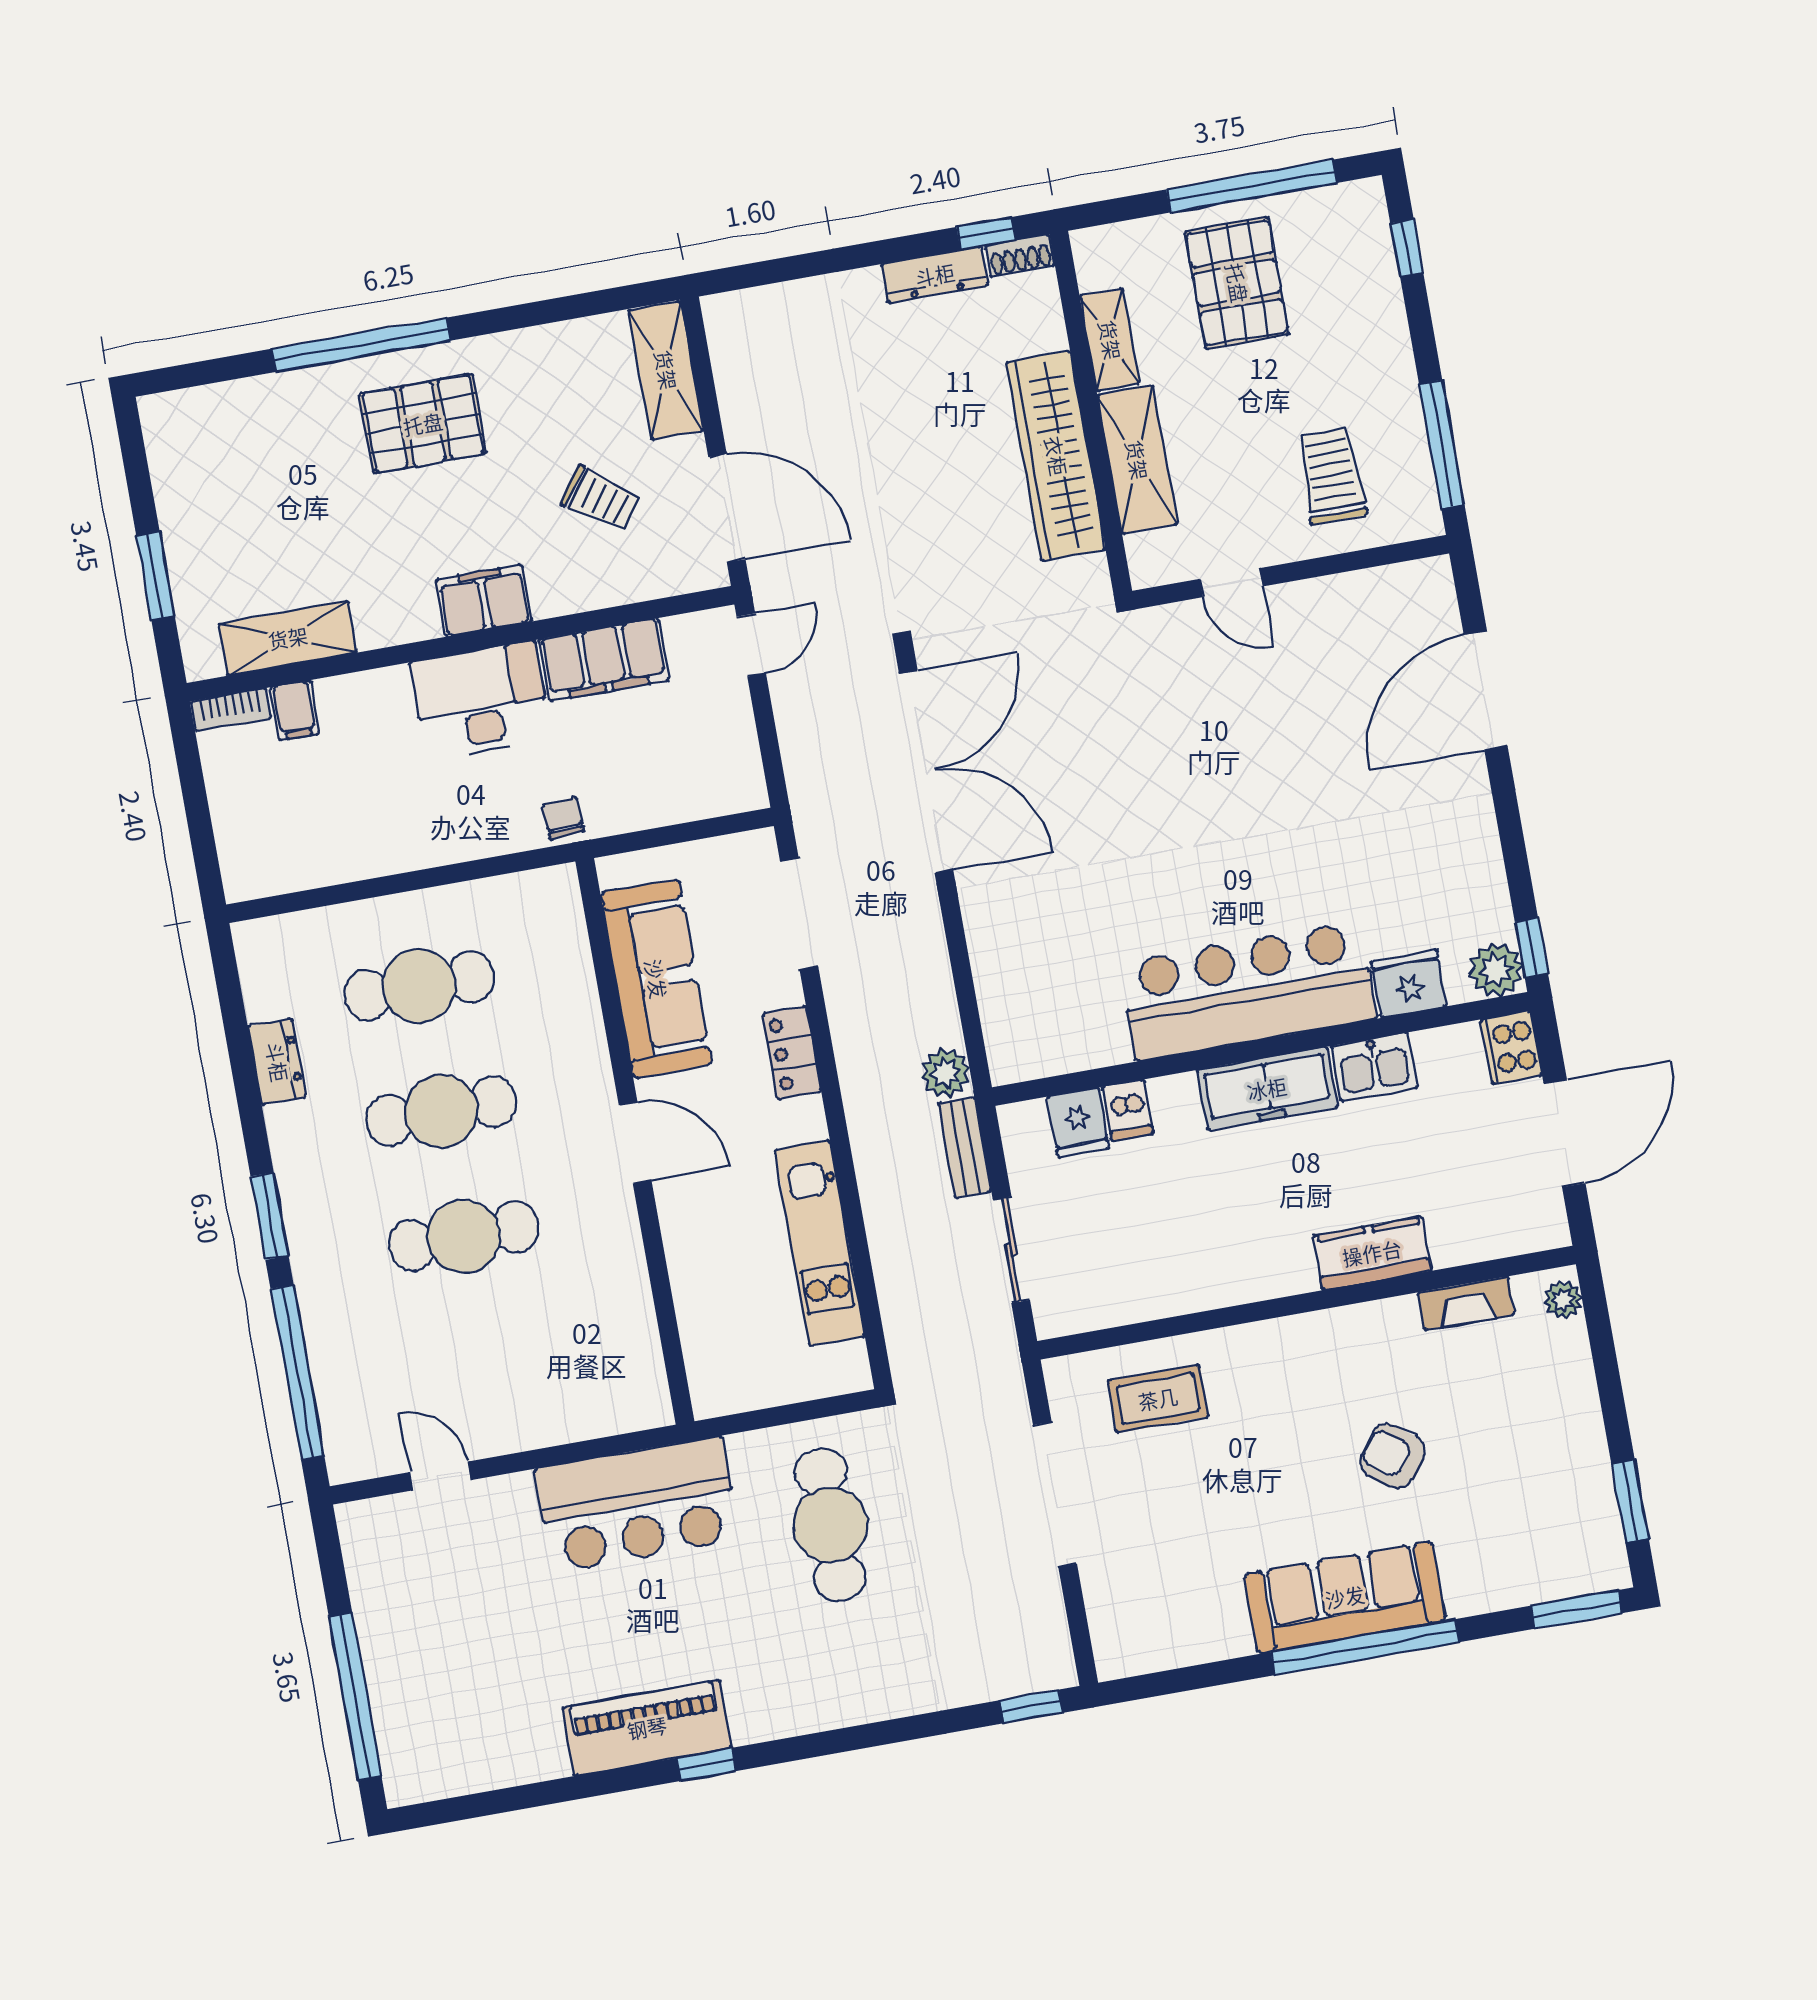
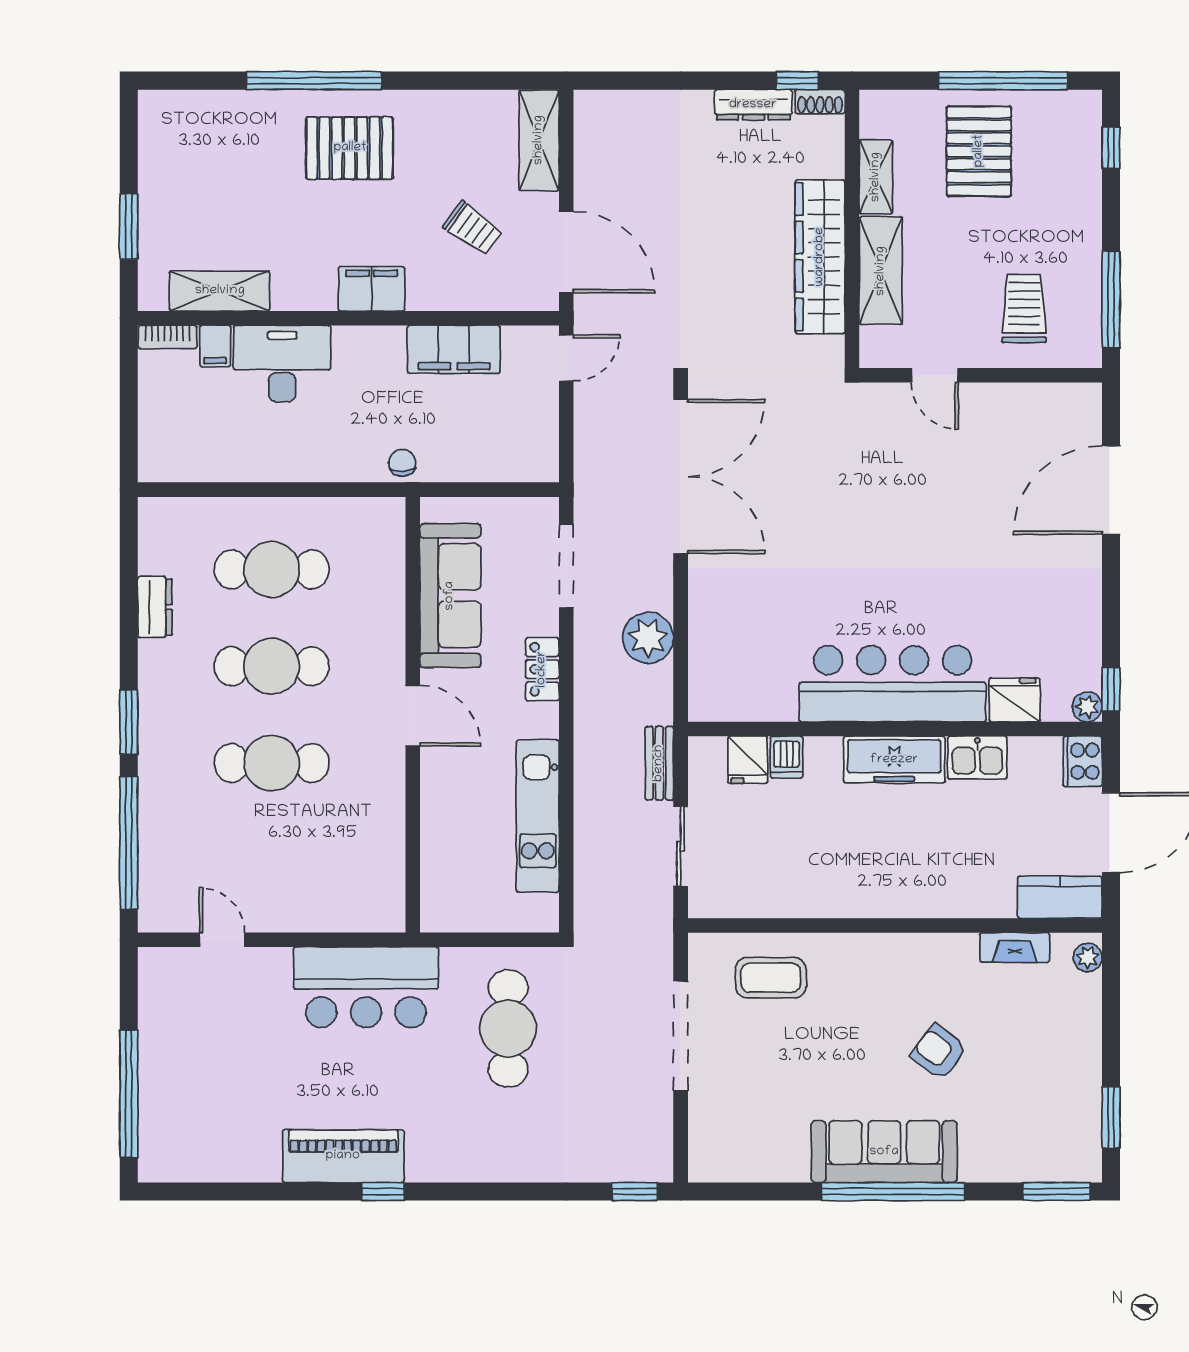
desk: (481, 701) -> (282, 364), moved
plant: (1496, 970) -> (1087, 707), width x0.73, depth x0.73
plant: (945, 1073) -> (648, 638), moved, width x1.36, depth x1.36
kitchen counter: (1372, 1253) -> (1060, 897), moved

